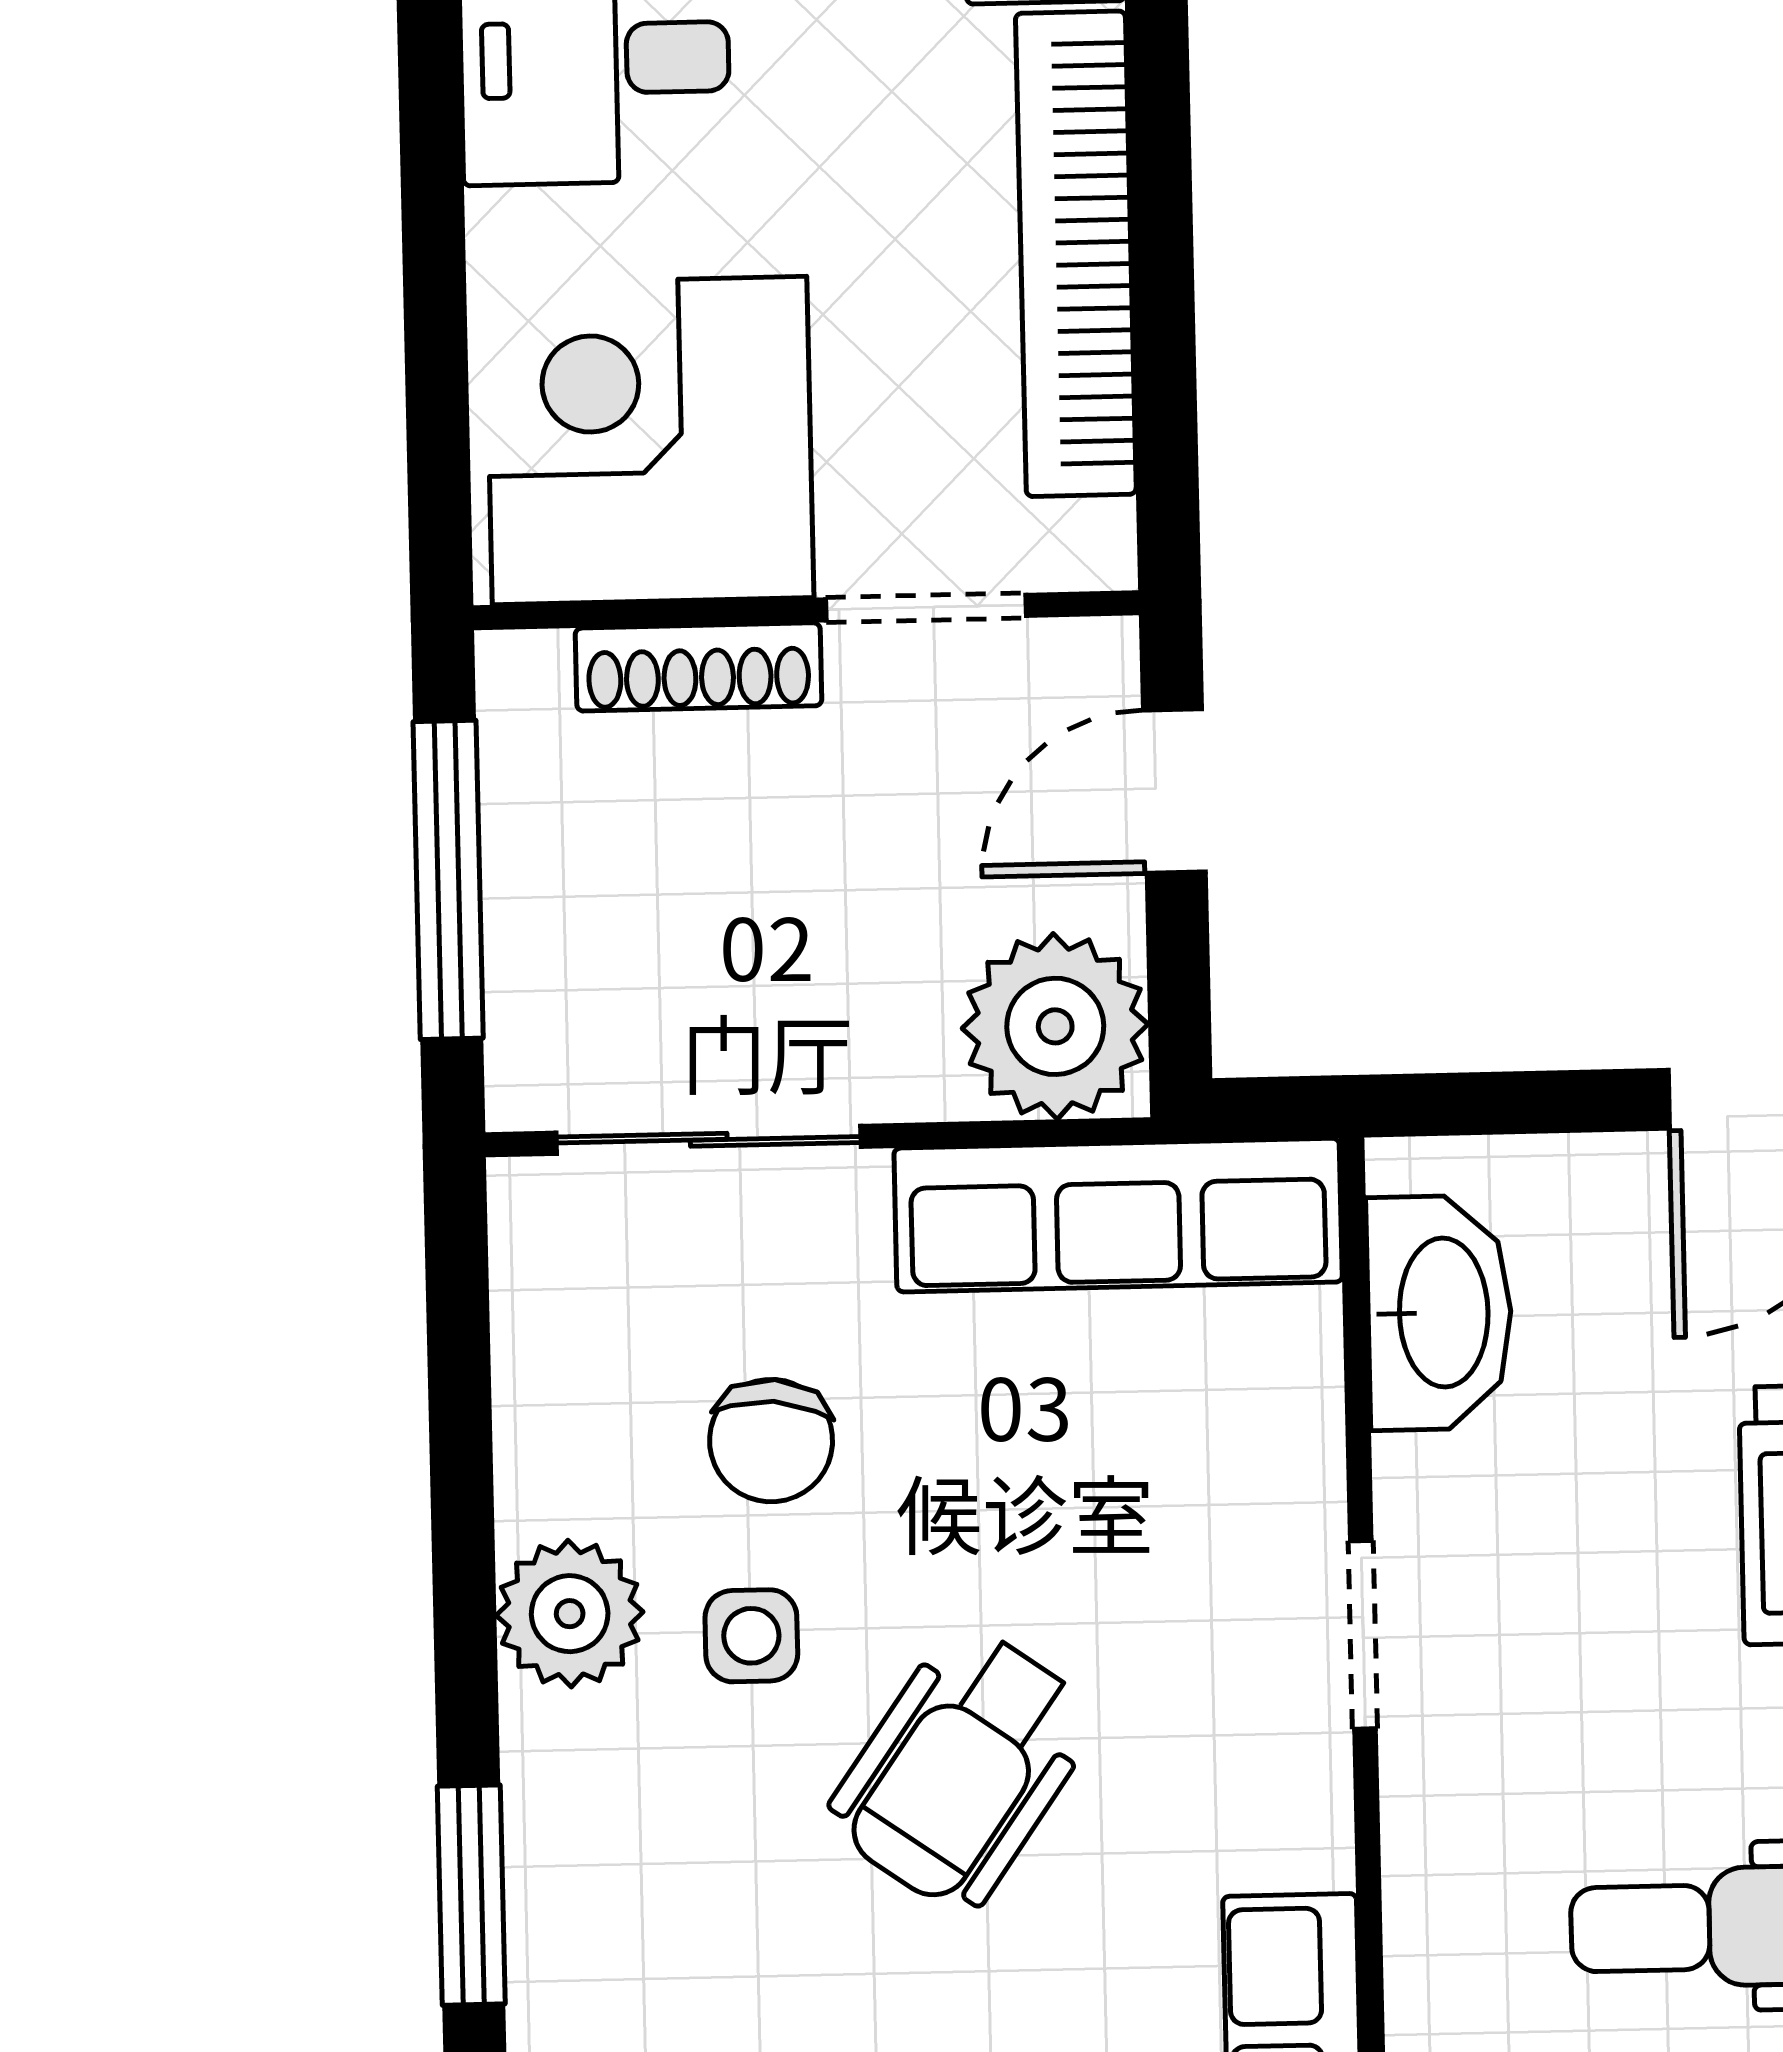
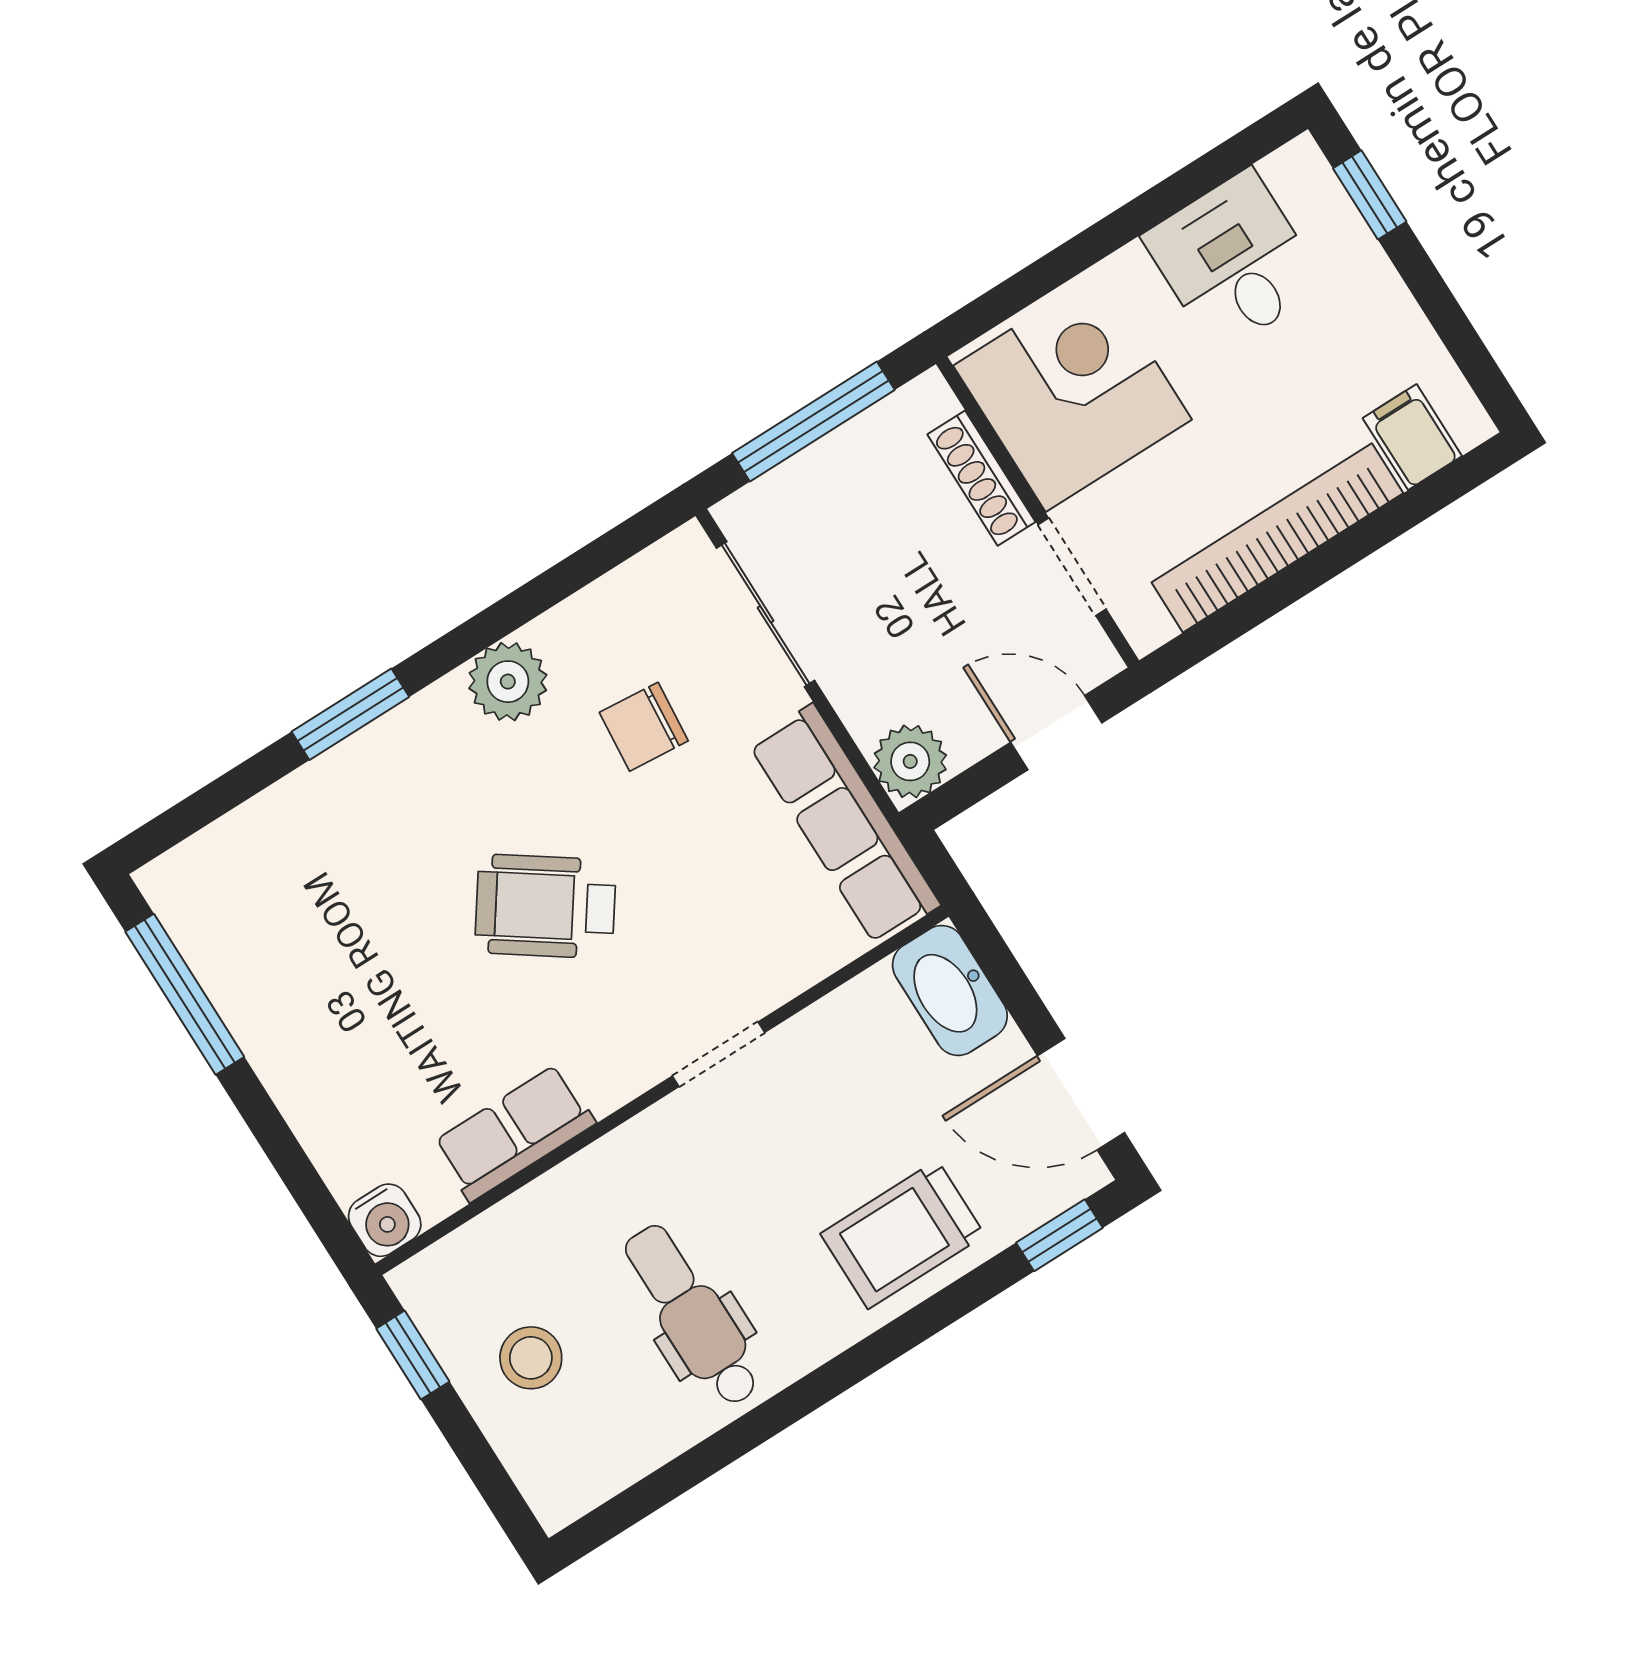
plant: (1055, 1026) -> (910, 761), width x0.73, depth x0.73
washbasin: (1439, 1313) -> (950, 990), moved, turned 90
side table: (751, 1636) -> (548, 772), removed

